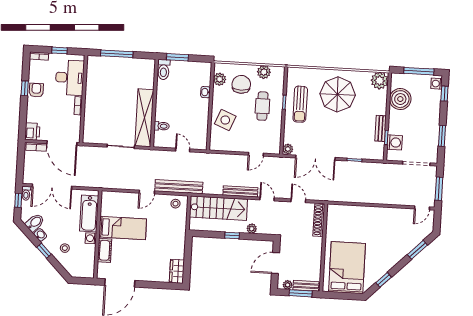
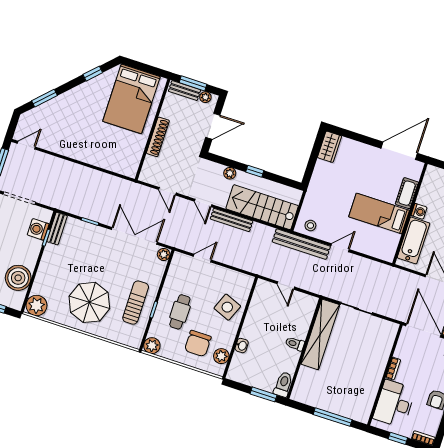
plant: (264, 72) -> (152, 346), moved
toilet: (162, 126) -> (295, 344), moved
bench: (381, 128) -> (57, 229), moved
shoe rack: (319, 220) -> (158, 137), moved

